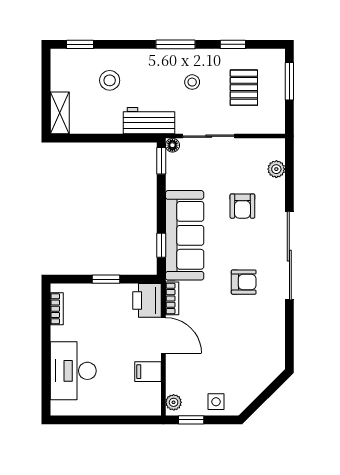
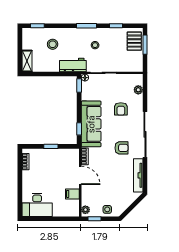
pallet: (244, 88) -> (134, 41), moved
printer: (147, 300) -> (72, 157), removed
tv unit: (276, 335) -> (138, 175), added
desk: (73, 371) -> (37, 205), moved, turned -90

